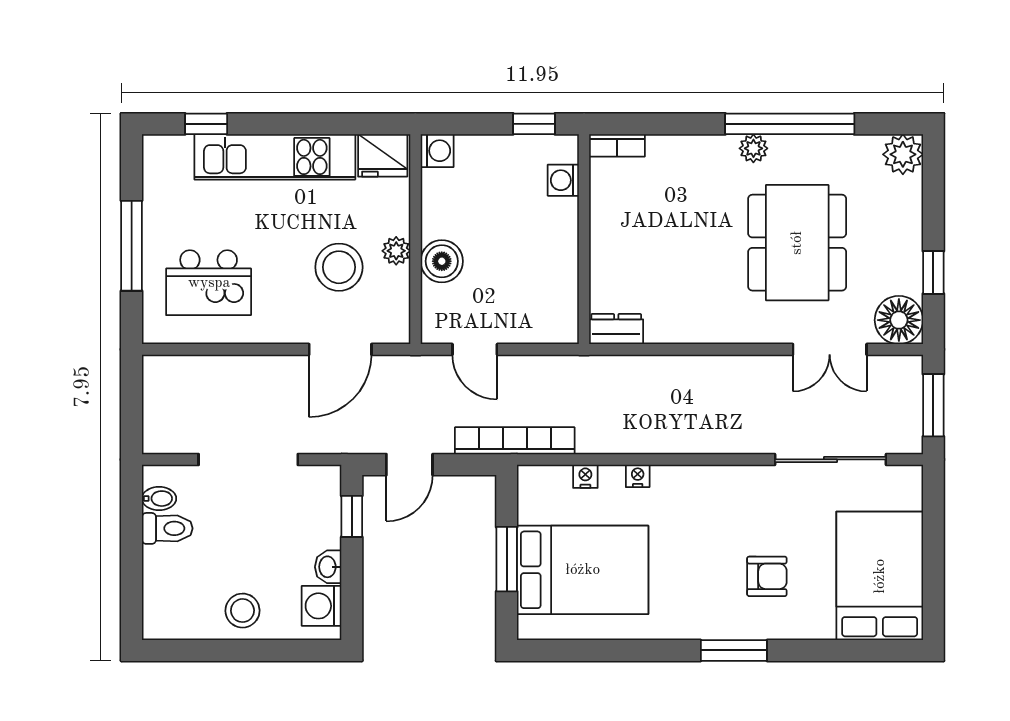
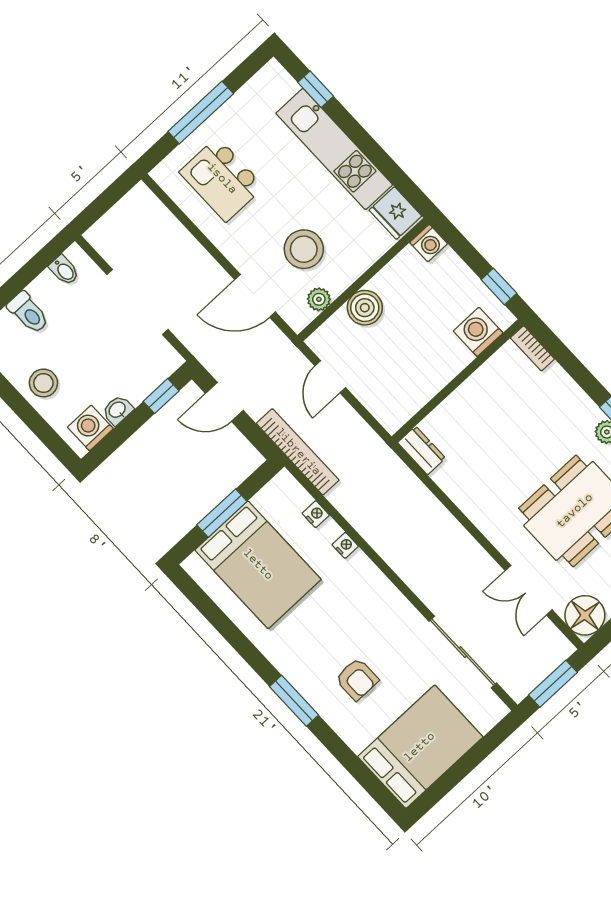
washing machine: (563, 180) -> (478, 332), width x1.38, depth x1.38
plant: (396, 251) -> (319, 299), moved
toilet: (167, 528) -> (28, 313), moved

